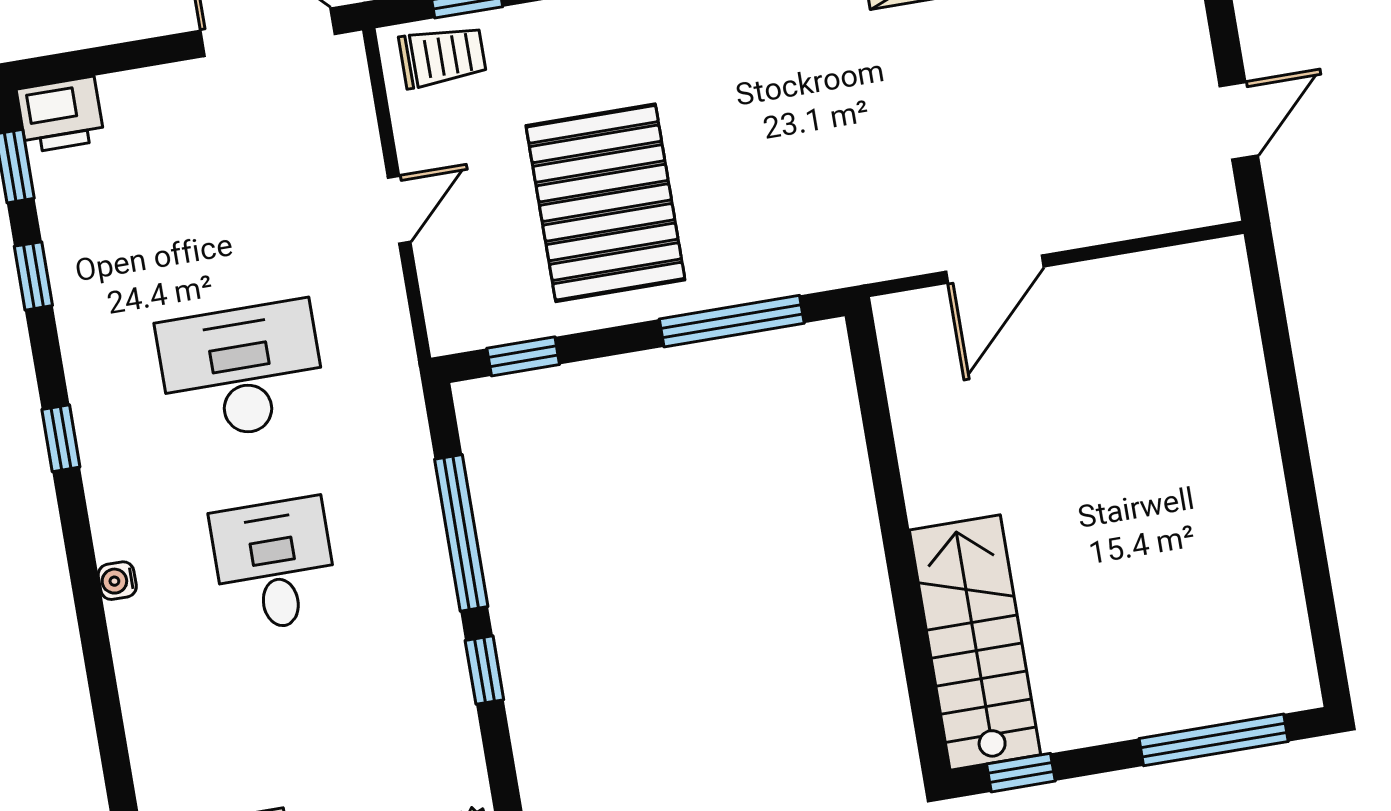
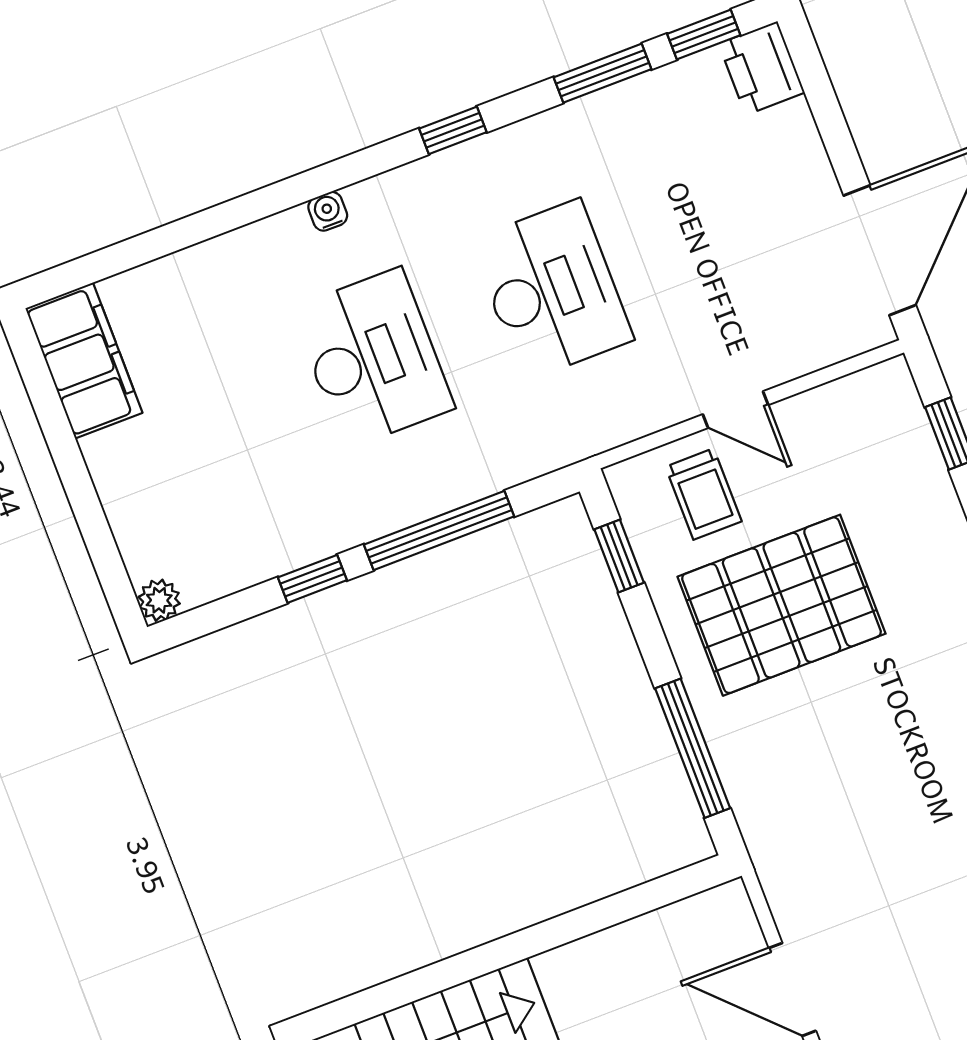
trolley: (443, 56) -> (704, 494), moved
window: (33, 276) -> (602, 73), width x1.50
desk: (274, 565) -> (373, 358), width x1.37

